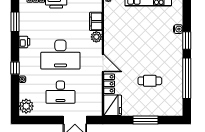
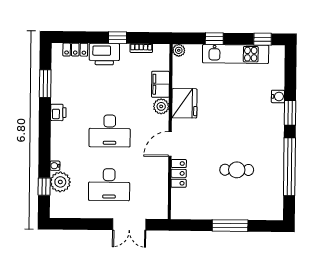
desk: (60, 54) -> (110, 131), width x0.73, depth x0.77
door: (103, 63) -> (170, 144), swing flipped
window: (15, 68) -> (44, 187), moved
fridge: (113, 105) -> (184, 103), moved
plant: (26, 106) -> (60, 182), moved

